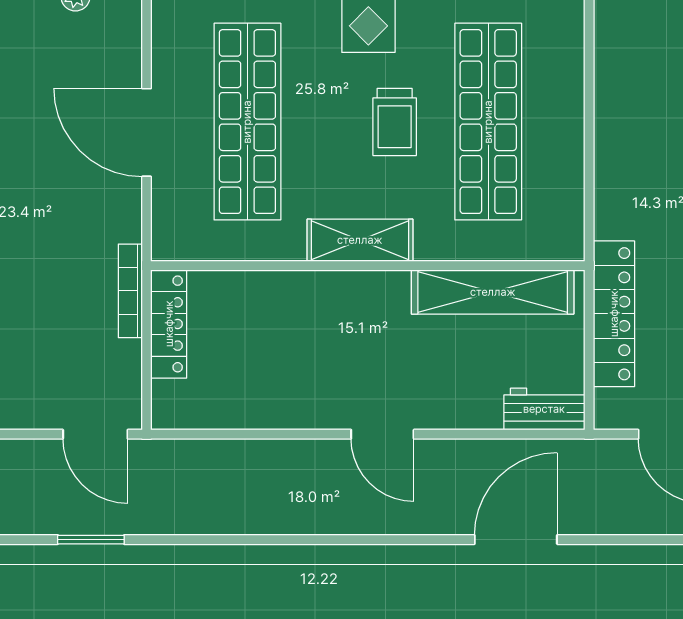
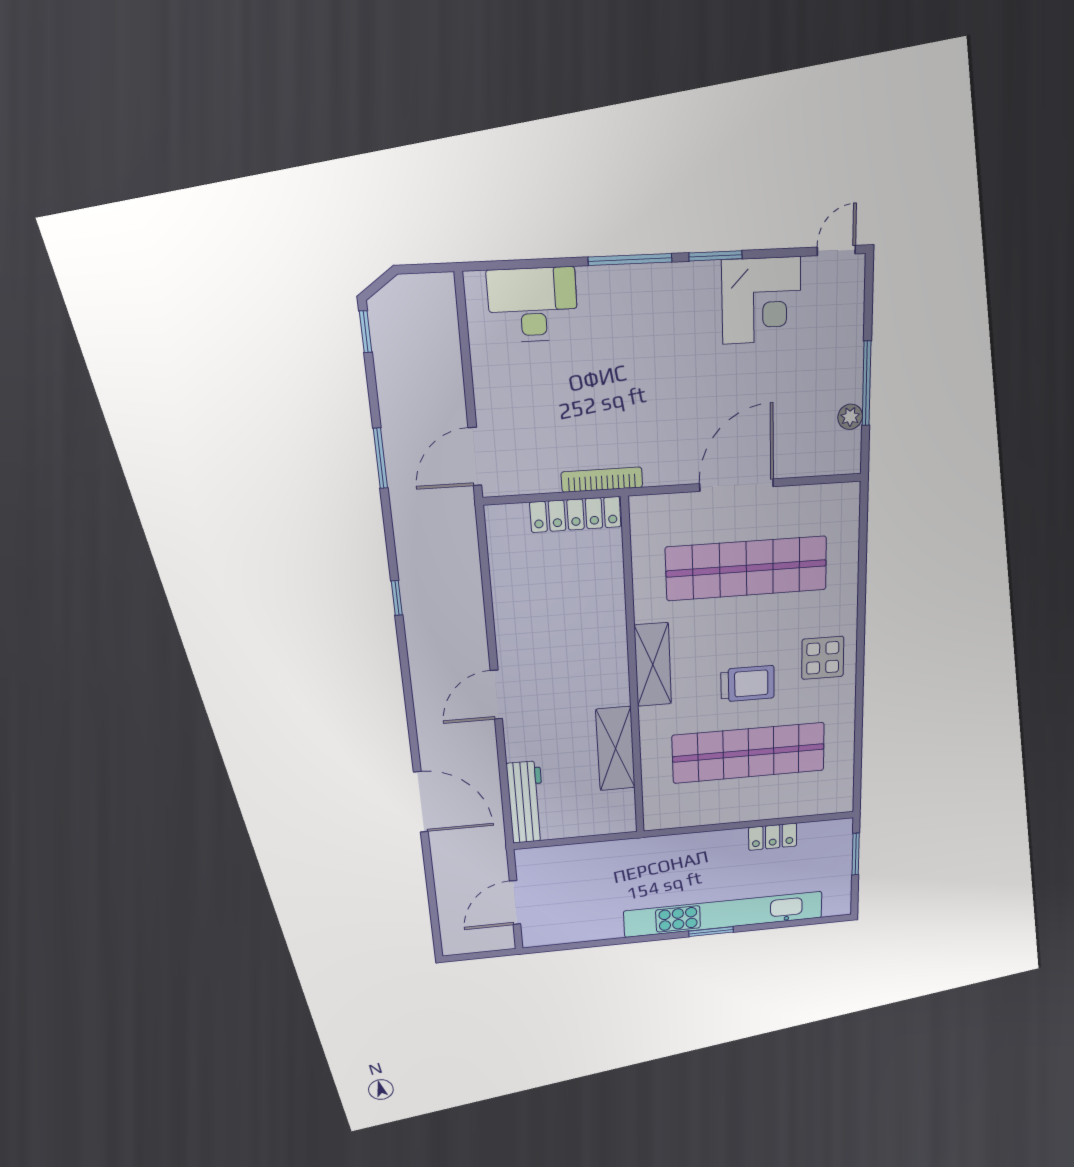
trolley: (395, 122) -> (748, 684), turned 180
shelving: (493, 292) -> (615, 749), width x0.68
locker: (614, 314) -> (773, 837), moved, width x0.46, depth x0.83
workbench: (544, 409) -> (526, 802), width x1.37
window: (253, 540) -> (397, 598), added

